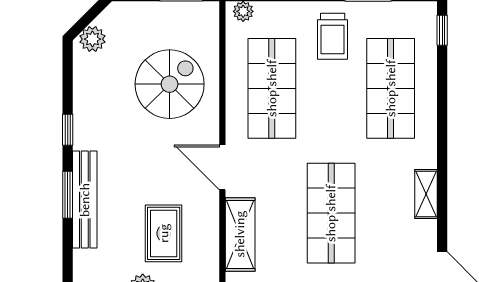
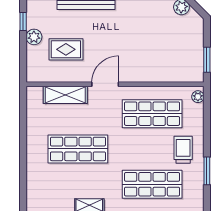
trolley: (333, 36) -> (183, 150), turned 90
spiral stairs: (170, 84) -> (155, 53), removed

